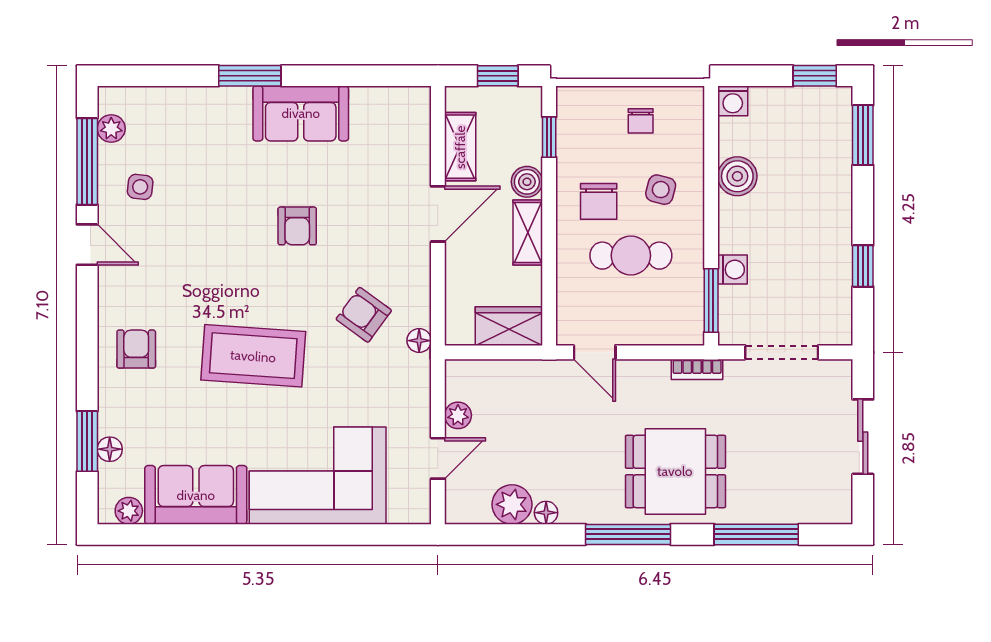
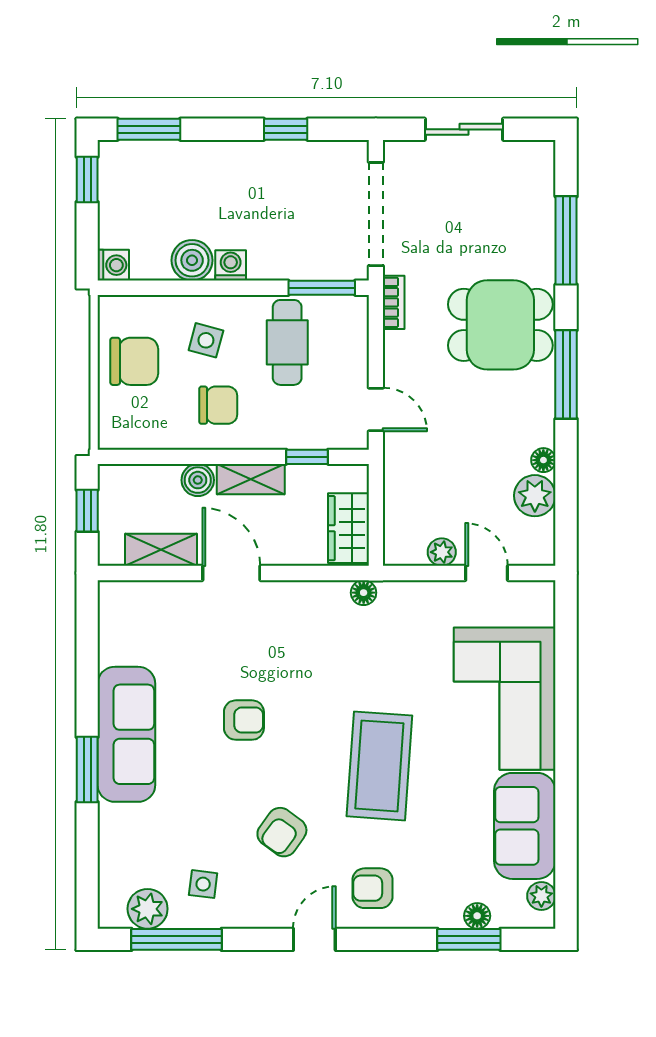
sofa: (301, 113) -> (126, 734), width x1.36
chair: (641, 121) -> (134, 361), width x1.87, depth x1.87
plant: (111, 129) -> (148, 909), width x1.38, depth x1.38
window: (549, 137) -> (307, 457), moved
door: (87, 245) -> (314, 939), moved
cafe table: (631, 256) -> (287, 342), moved
washing machine: (732, 270) -> (231, 265), moved
armchair: (364, 315) -> (282, 832), moved
wardrobe: (509, 326) -> (349, 528), moved
door: (595, 352) -> (376, 409), hinge flipped
doorway: (782, 352) -> (376, 214), width x1.36
dining table: (675, 471) -> (500, 325), turned 90

